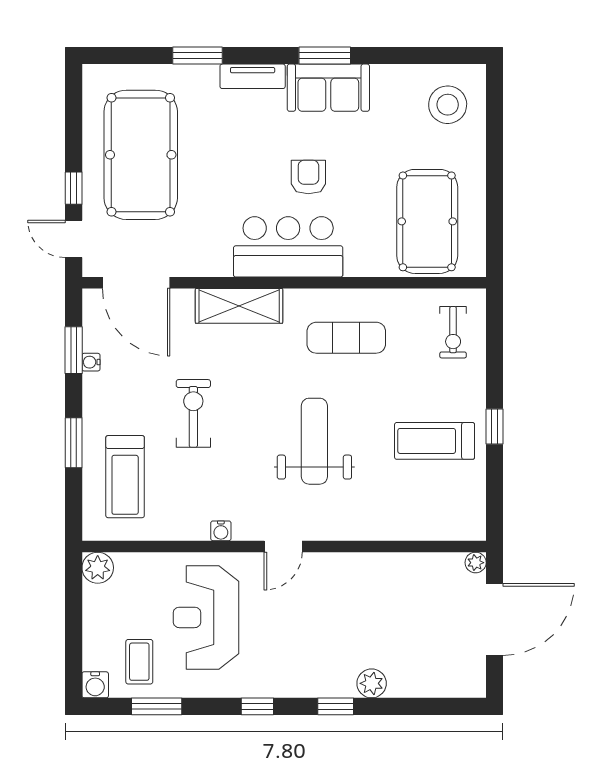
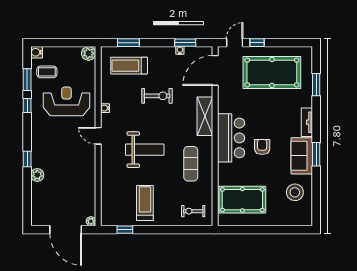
window: (197, 56) -> (316, 85), moved
stool: (448, 105) -> (295, 192), moved
armchair: (308, 177) -> (262, 147), turned -90
window: (494, 427) -> (125, 230), moved
window: (74, 443) -> (128, 43), moved
window: (257, 706) -> (27, 106), moved

